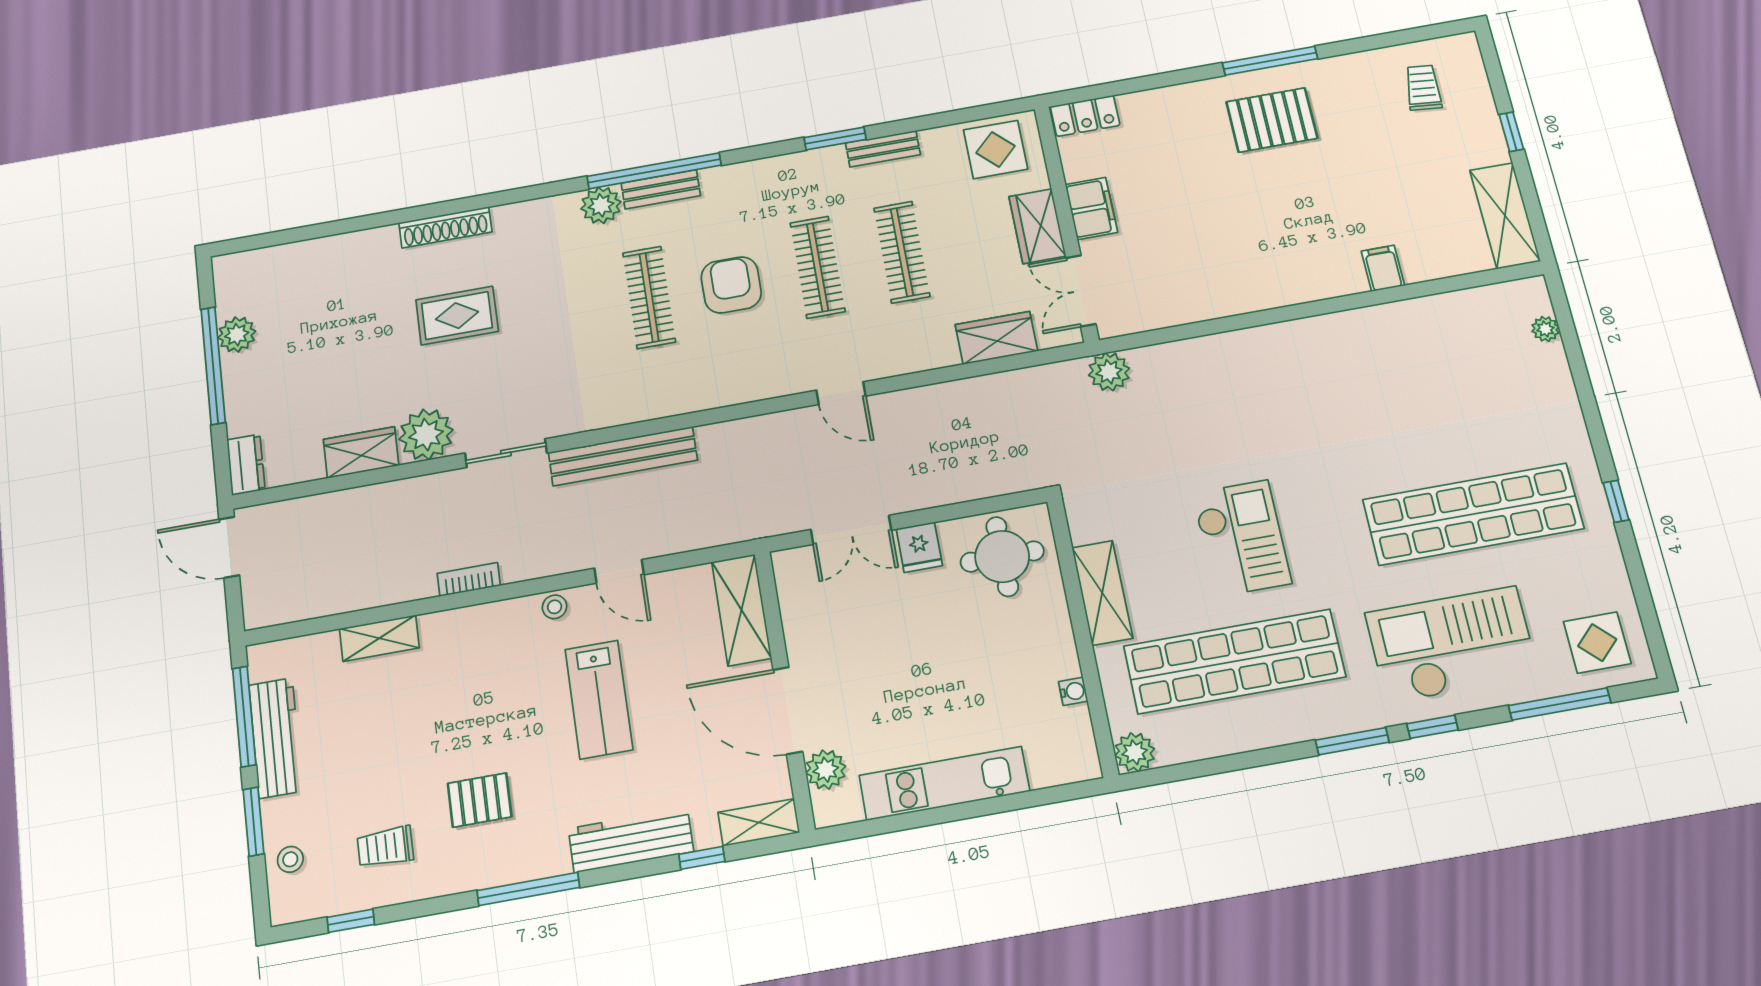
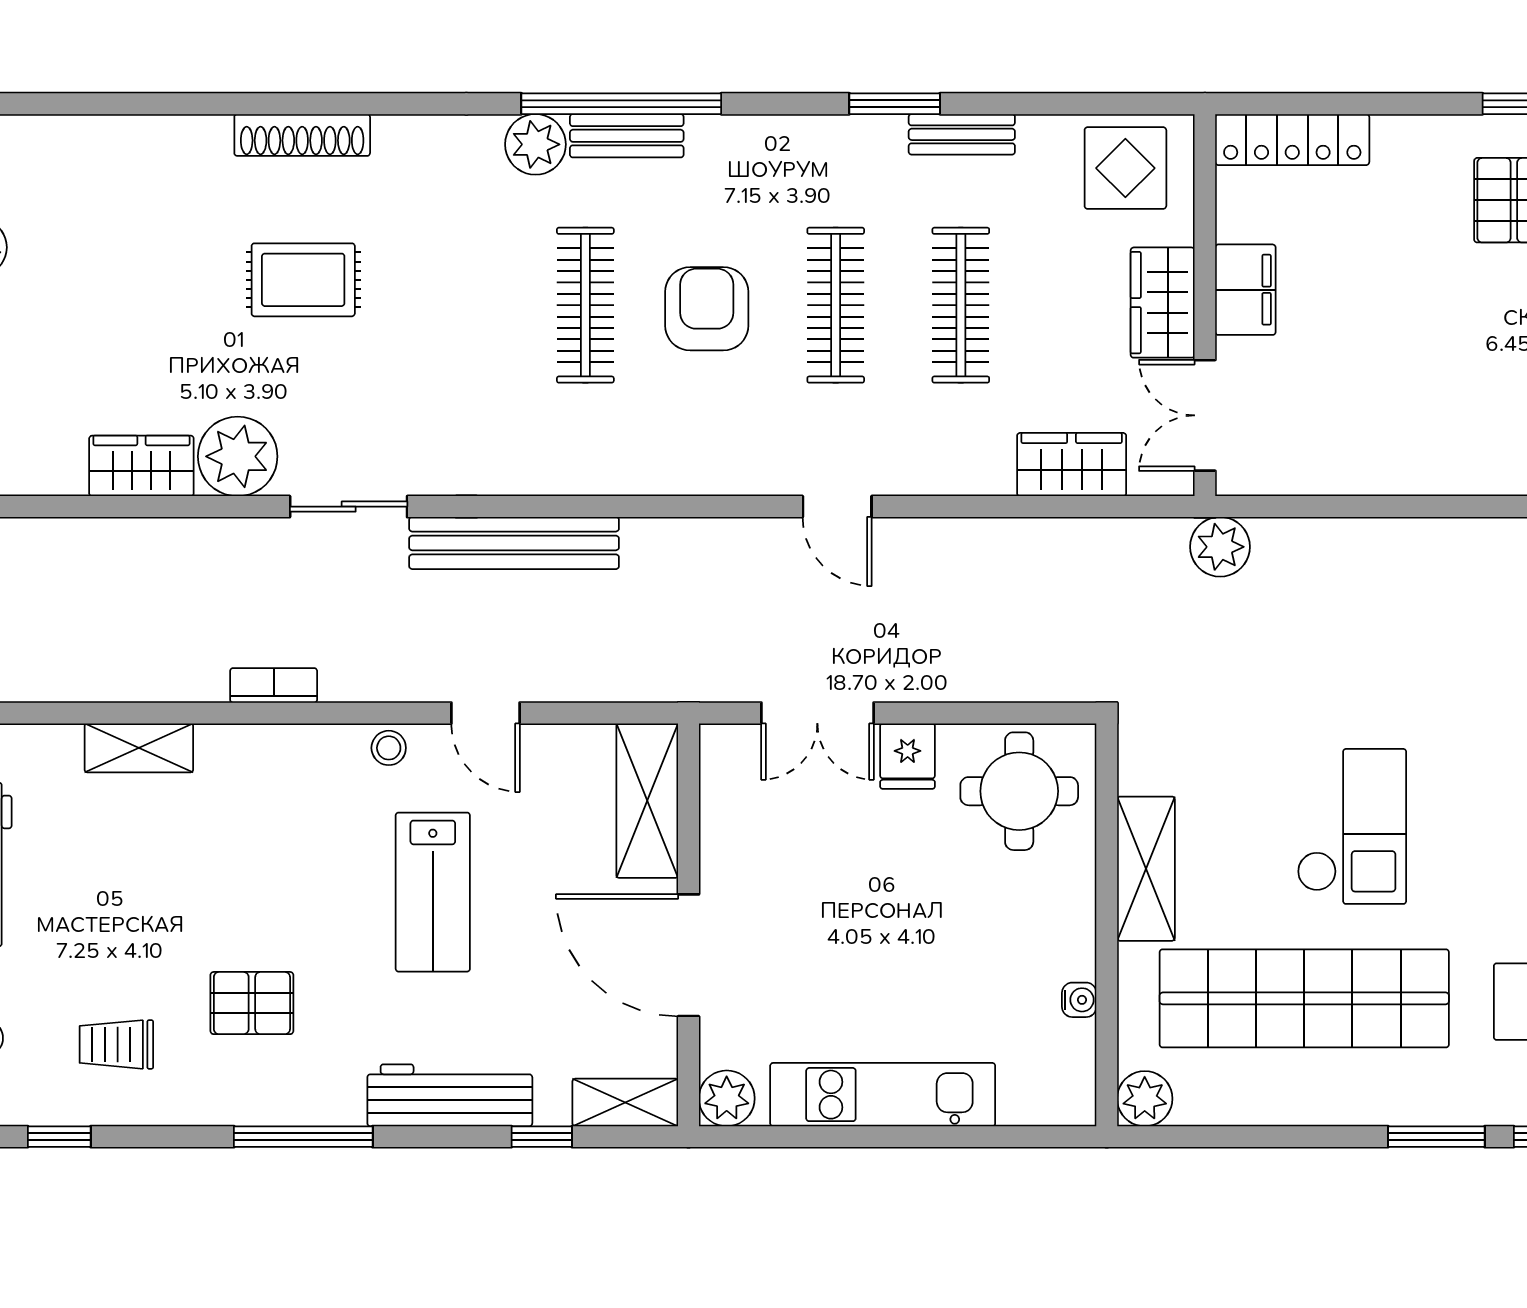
locker: (1085, 116) -> (1292, 140), width x1.53
plant: (826, 770) -> (727, 1098), moved

